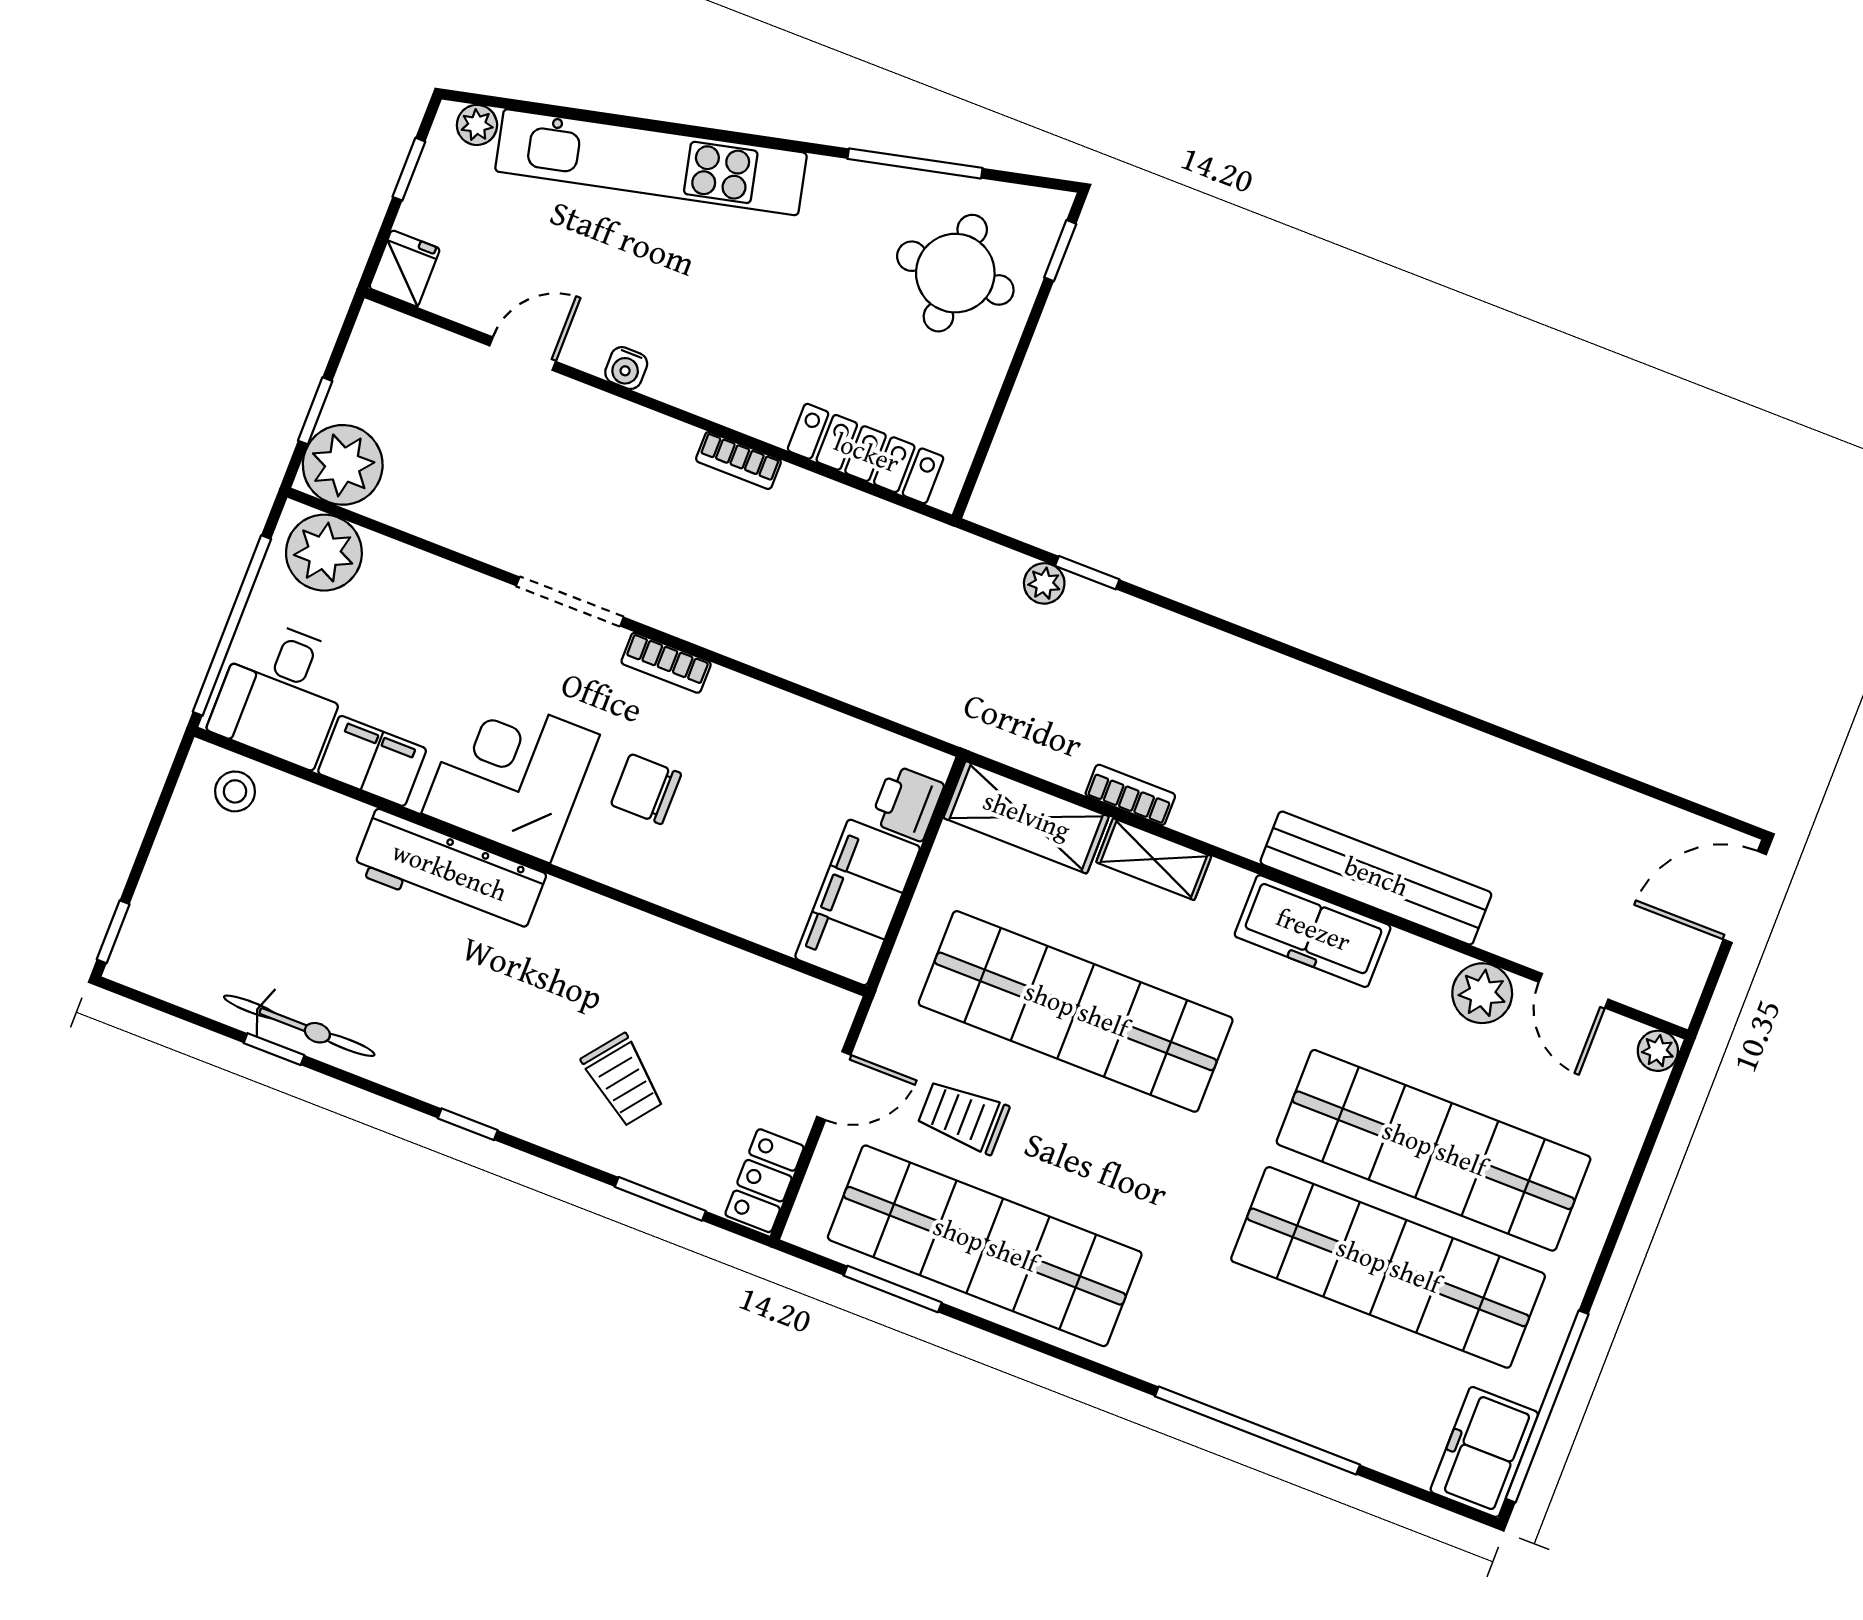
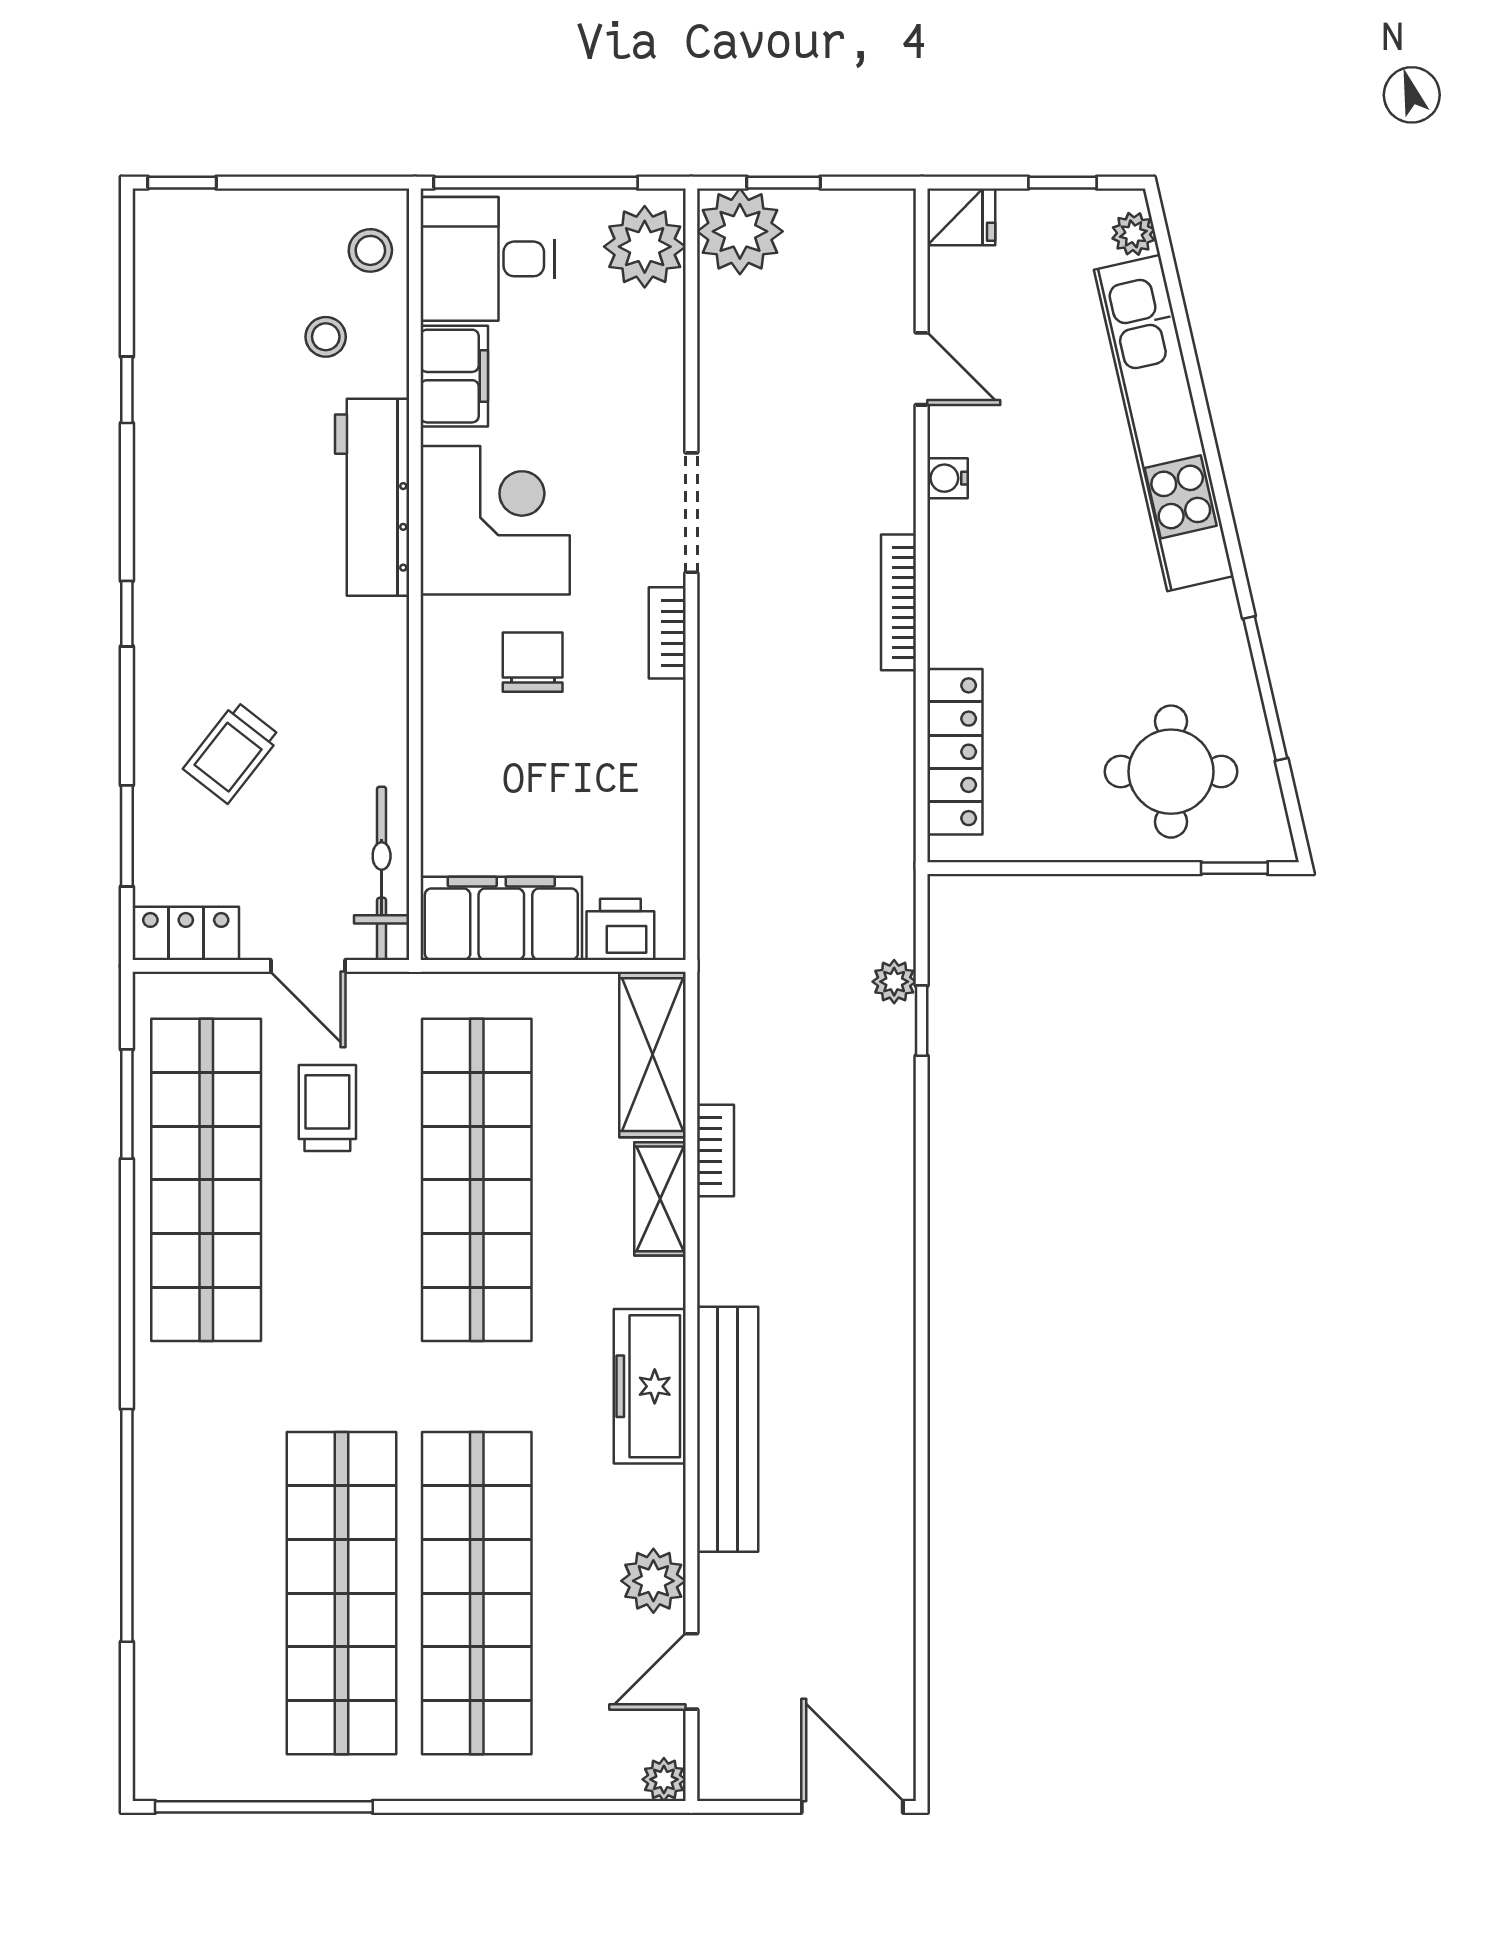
bookcase: (738, 460) -> (899, 602), width x1.56
stool: (295, 859) -> (326, 337), added
bicycle: (299, 1026) -> (382, 873), moved, turned 180
freezer: (1484, 1452) -> (194, 1761), removed

